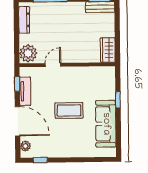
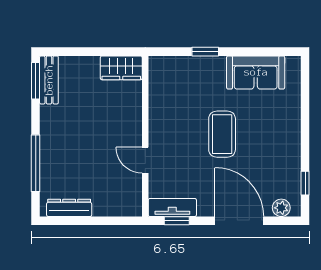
plant: (28, 53) -> (125, 202), removed
tv unit: (25, 91) -> (172, 207), moved
door: (17, 121) -> (239, 221), hinge flipped
sofa: (106, 124) -> (256, 72), width x0.73

